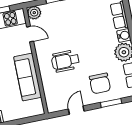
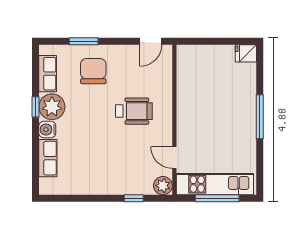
sofa: (28, 77) -> (190, 100), removed
door: (76, 110) -> (151, 41), moved

